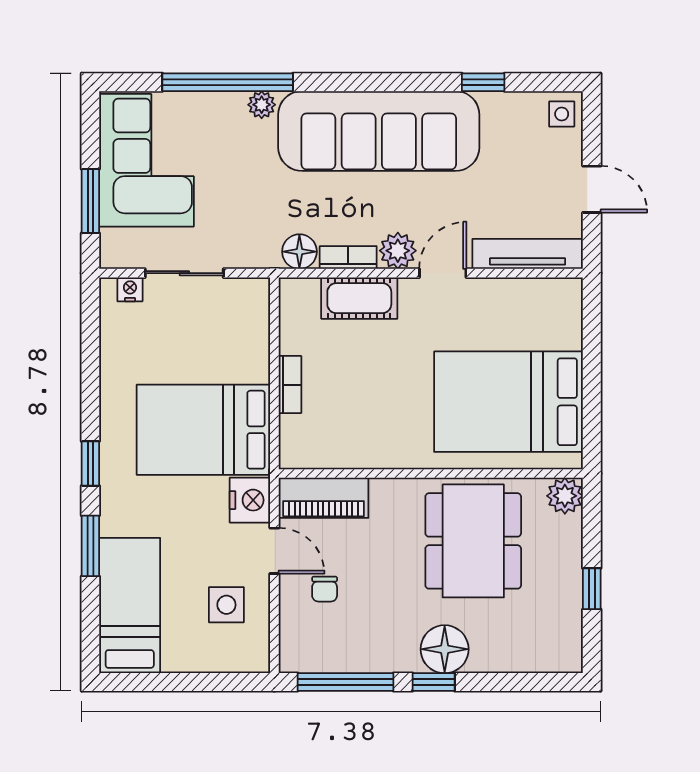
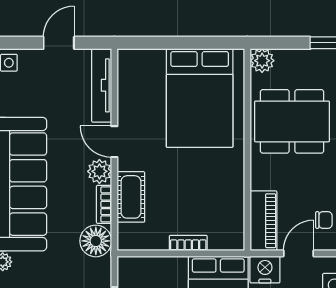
floor lamp: (299, 252) -> (96, 241), width x1.38, depth x1.38

